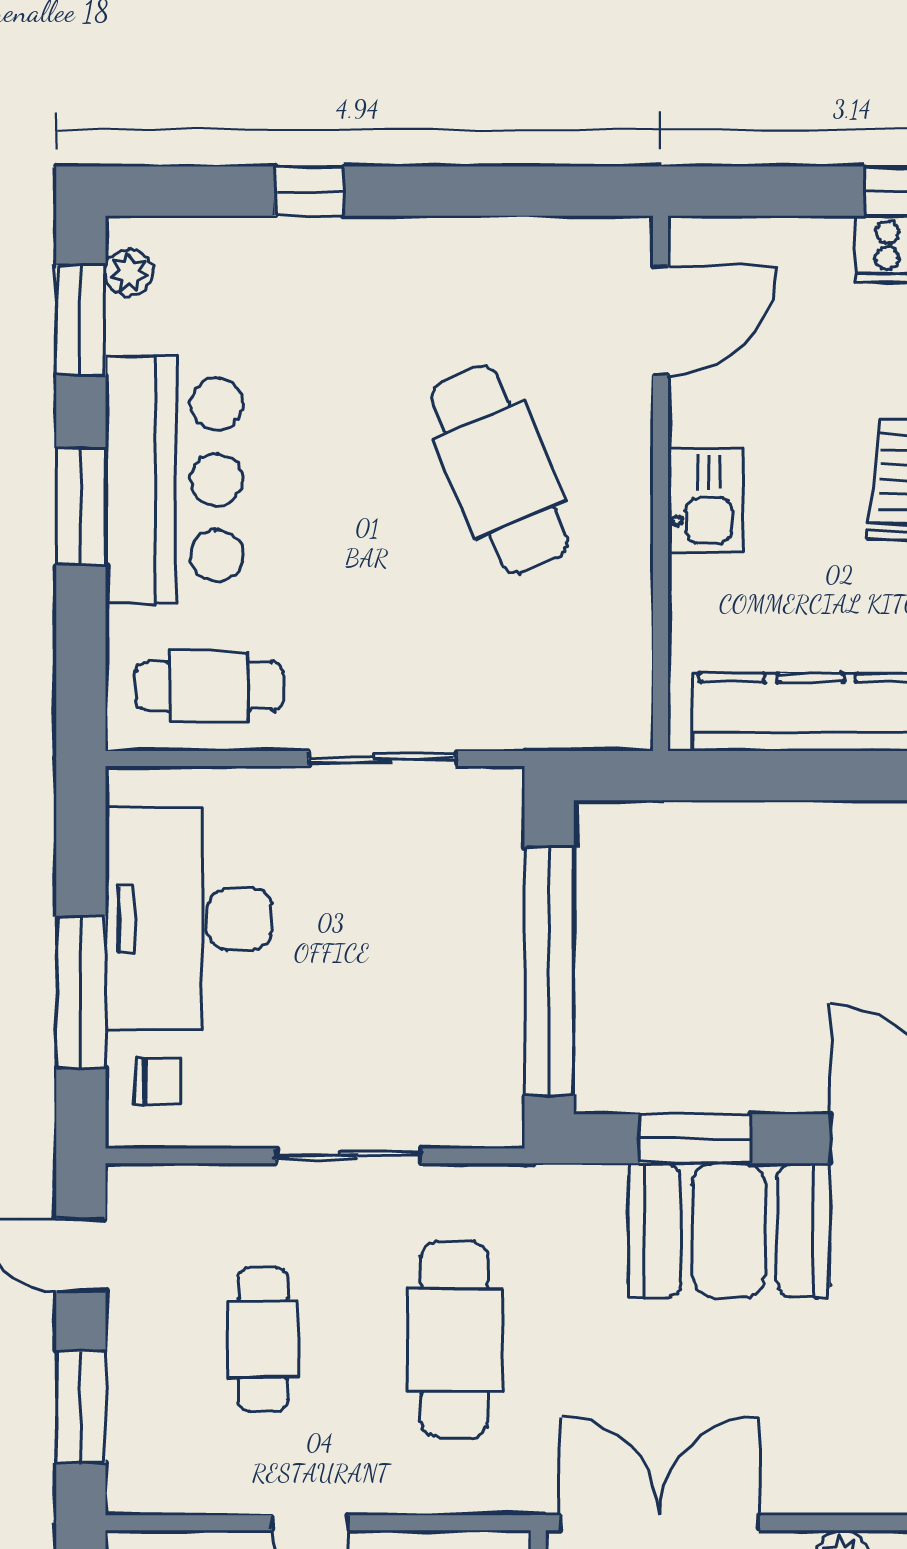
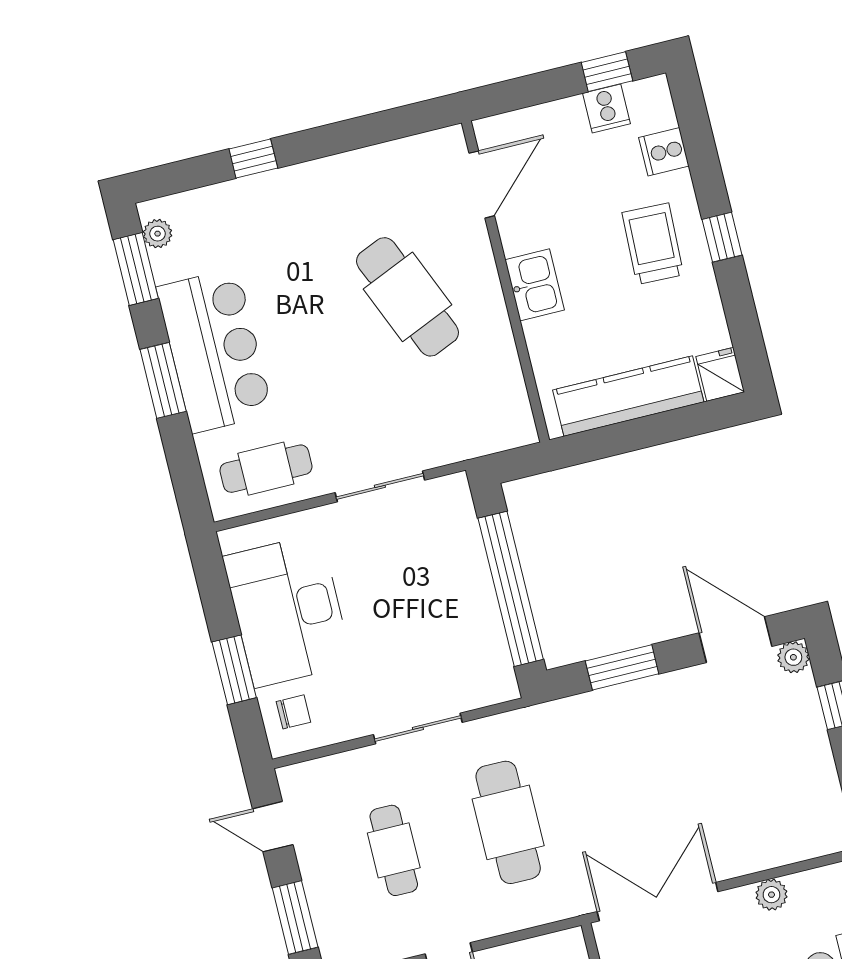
window: (81, 992) -> (234, 670), width x0.69
booth: (729, 1230) -> (656, 717), removed

